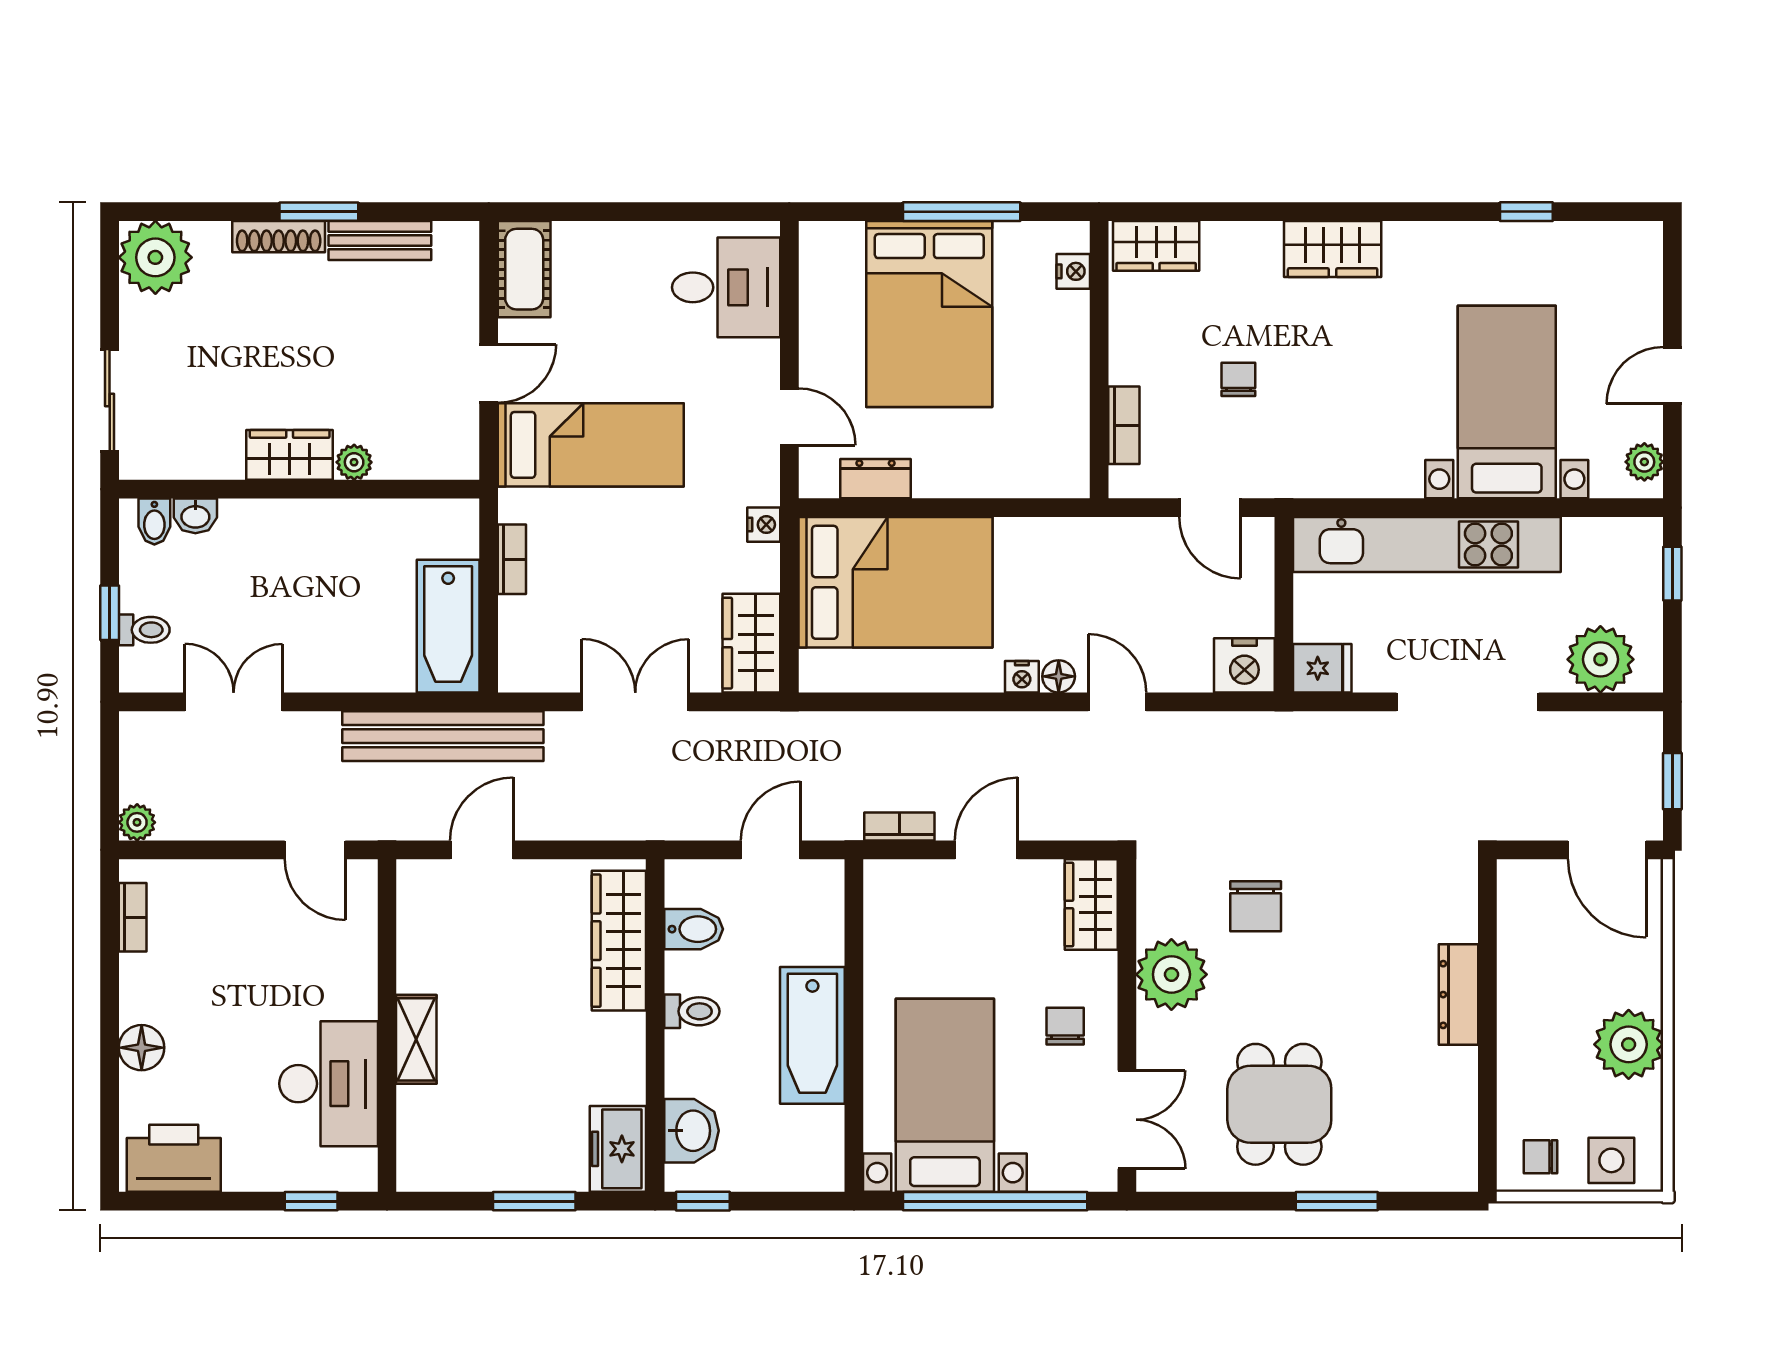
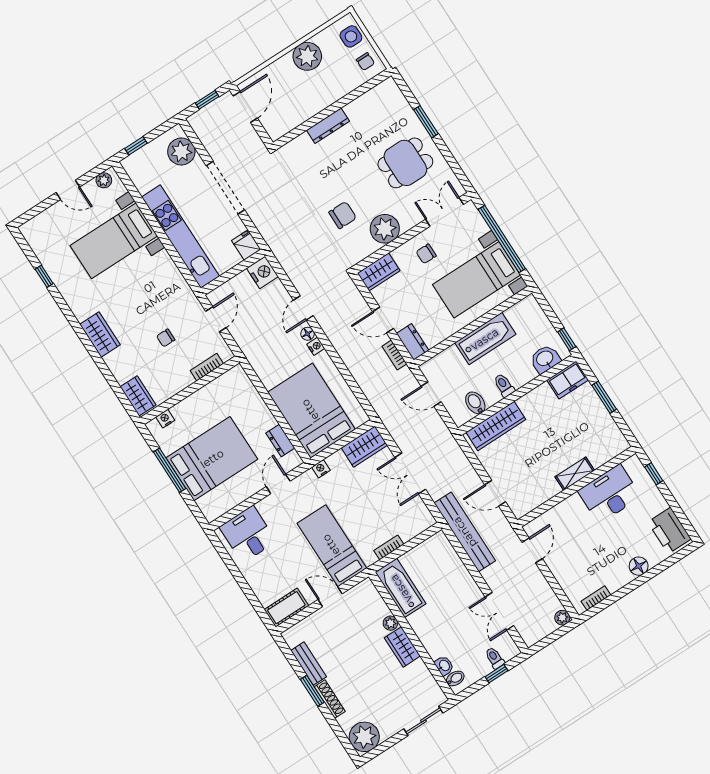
bathtub: (448, 626) -> (401, 588), moved, turned -90
dresser: (903, 881) -> (412, 342), added

